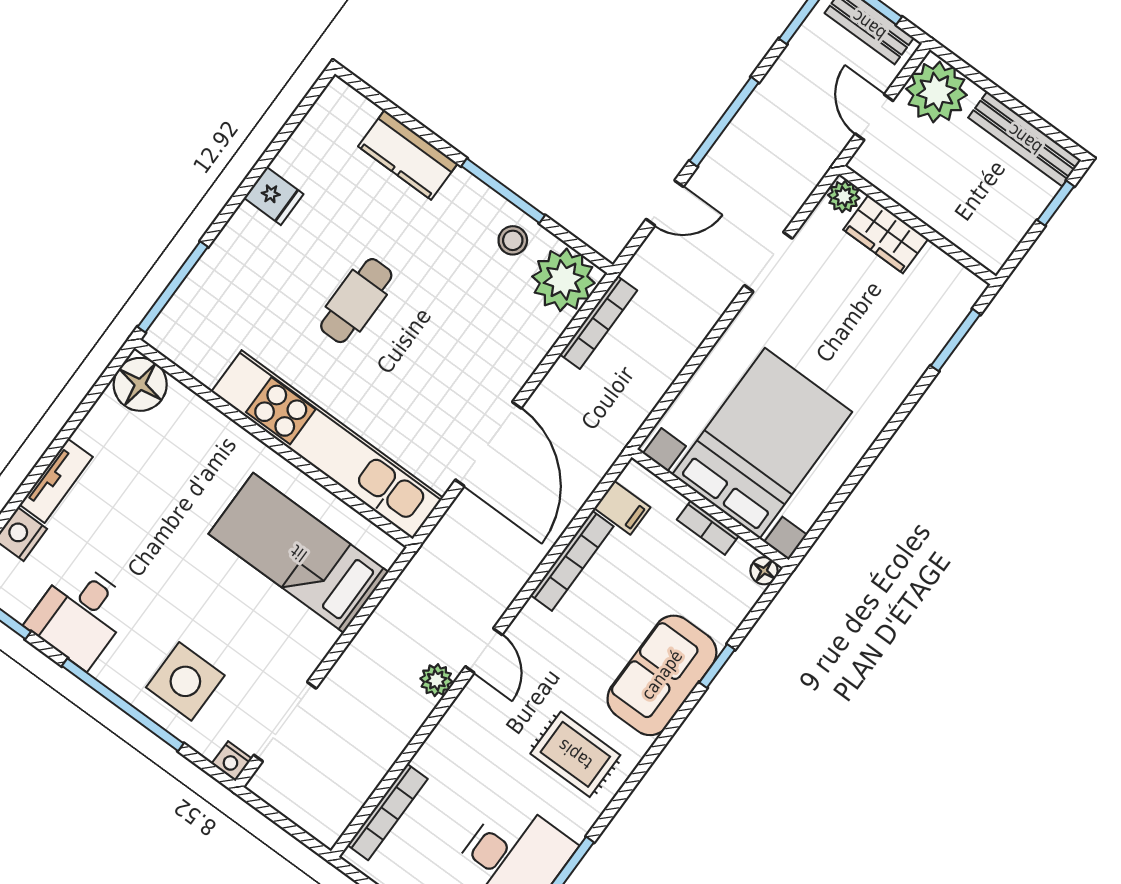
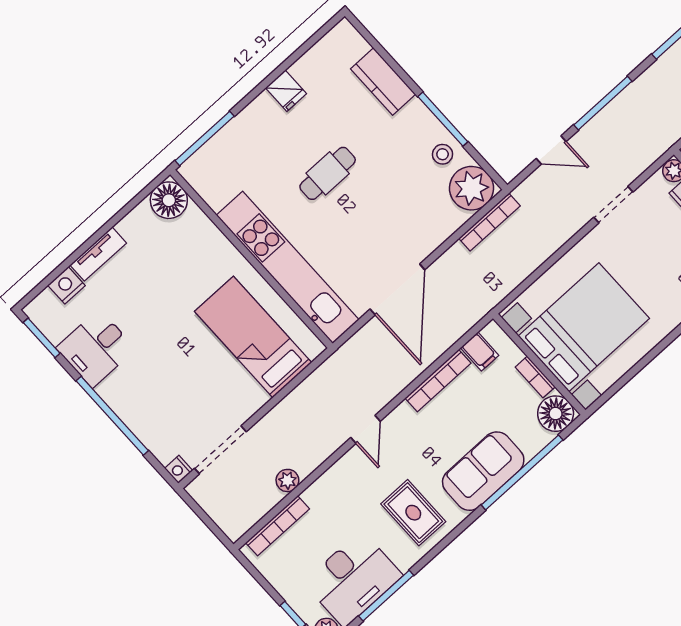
floor lamp: (764, 571) -> (556, 414), width x1.89, depth x1.89
window: (717, 666) -> (522, 472), width x3.17
plant: (436, 680) -> (287, 480), moved
side table: (185, 681) -> (158, 409), removed

